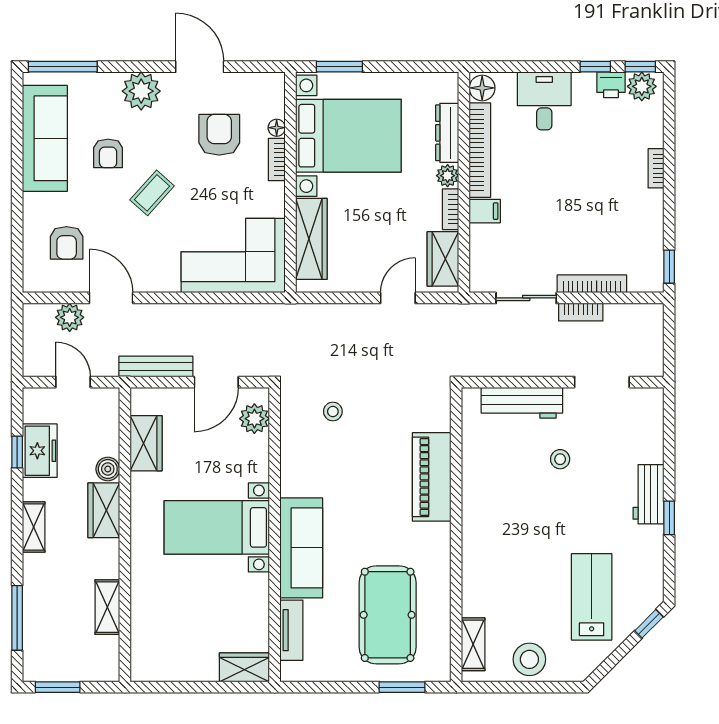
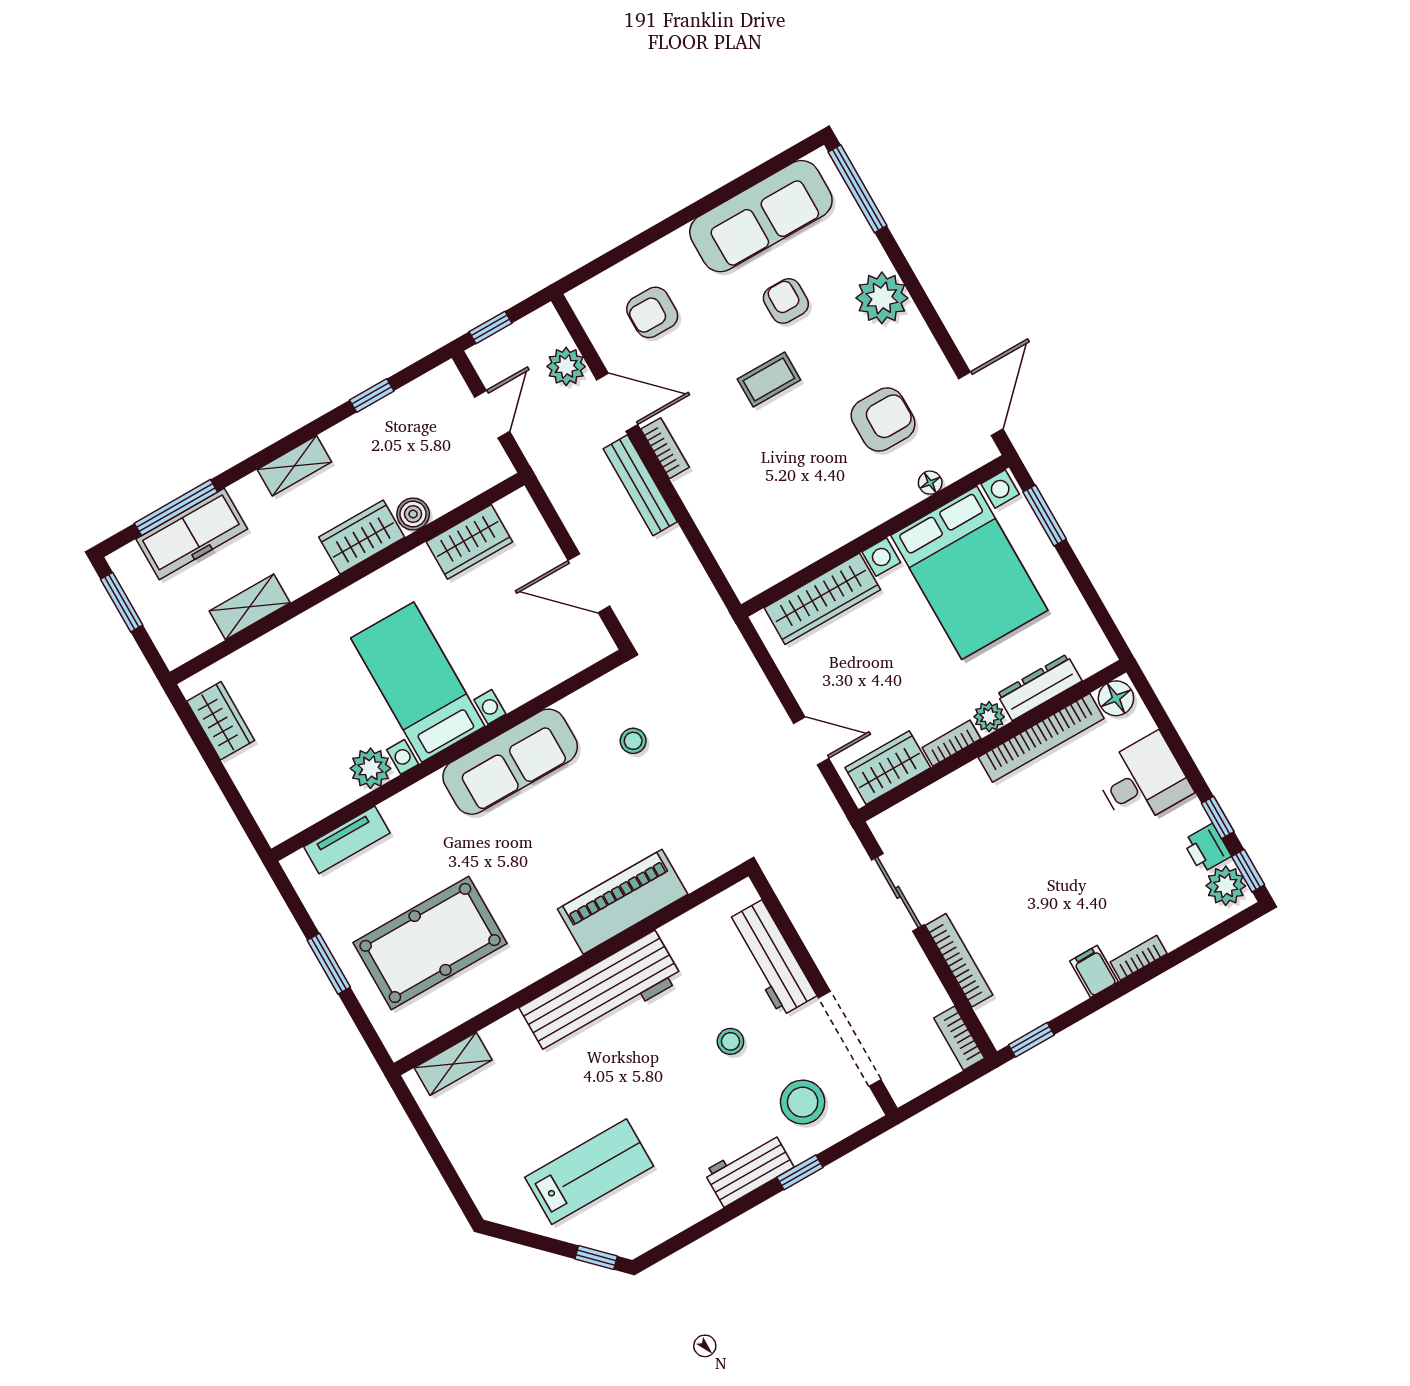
door: (200, 67) -> (981, 404), moved
armchair: (108, 153) -> (786, 301), turned 90
bookcase: (277, 160) -> (665, 448), moved, turned 90
coffee table: (152, 193) -> (769, 380), turned -42
filing cabinet: (485, 211) -> (1094, 971), moved, turned 180
corner sofa: (233, 256) -> (750, 518), removed
door: (111, 298) -> (617, 402), hinge flipped
bookcase: (581, 312) -> (959, 1038), moved
window: (17, 352) -> (490, 328), added
bench: (156, 366) -> (640, 485), moved
doorway: (602, 382) -> (850, 1039), width x1.36
plant: (254, 419) -> (370, 768), moved
freezer: (40, 451) -> (192, 534), moved, width x1.40
window: (669, 518) -> (800, 1172), moved
workbench: (482, 524) -> (601, 994), added
sofa: (301, 548) -> (510, 762), moved
stool: (529, 659) -> (803, 1102), moved
wardrobe: (244, 667) -> (221, 721), moved
window: (402, 687) -> (329, 964), moved

